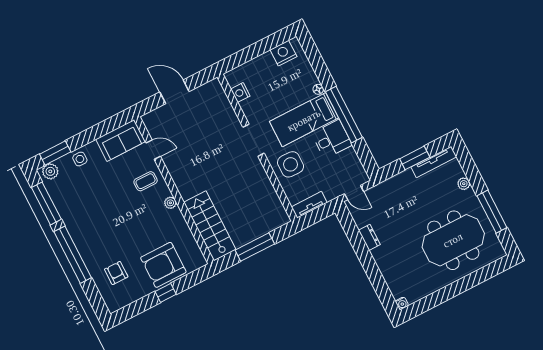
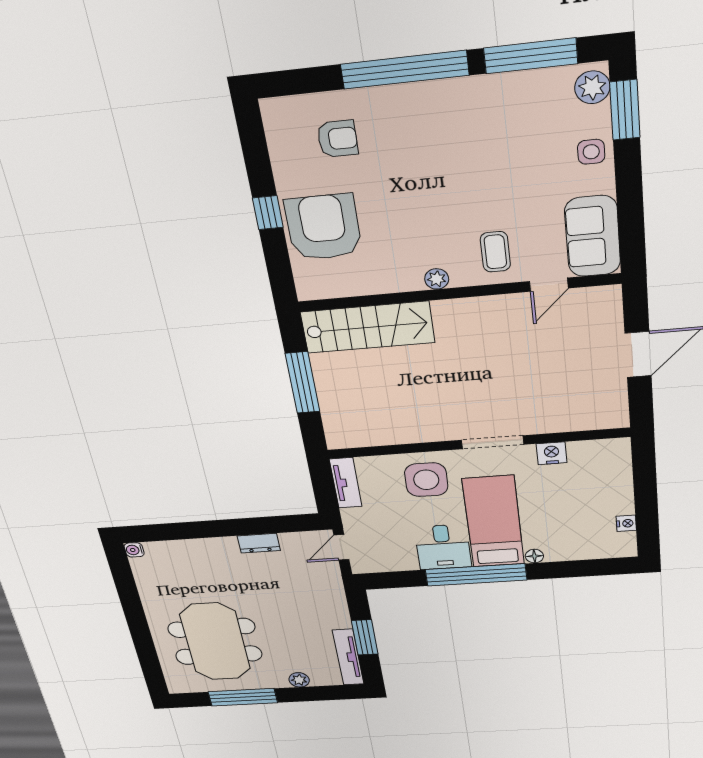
nightstand: (283, 53) -> (626, 523), width x0.53, depth x0.56
nightstand: (240, 92) -> (552, 453), moved

